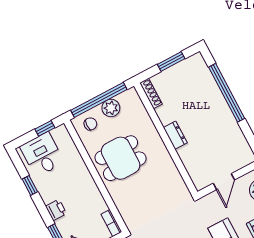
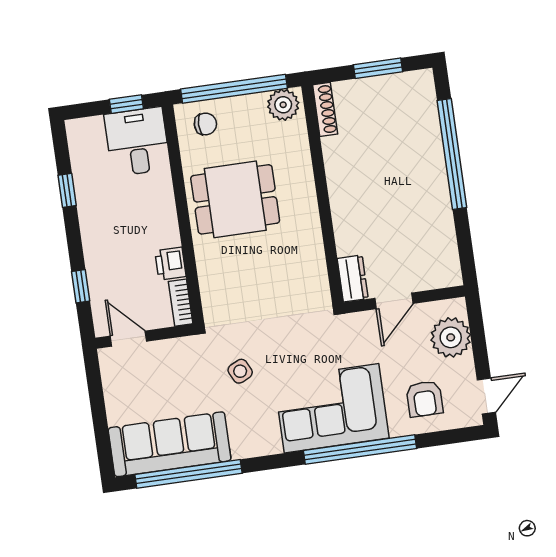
plant: (111, 108) -> (283, 105), moved
dresser: (175, 135) -> (353, 278), moved
desk: (42, 154) -> (137, 142), moved
printer: (56, 210) -> (170, 264), moved, turned 180

